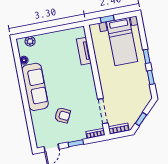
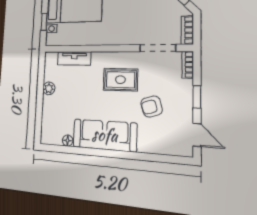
plant: (30, 41) -> (49, 88), moved
rug: (76, 90) -> (120, 80), added
armchair: (63, 115) -> (152, 106), turned -133

